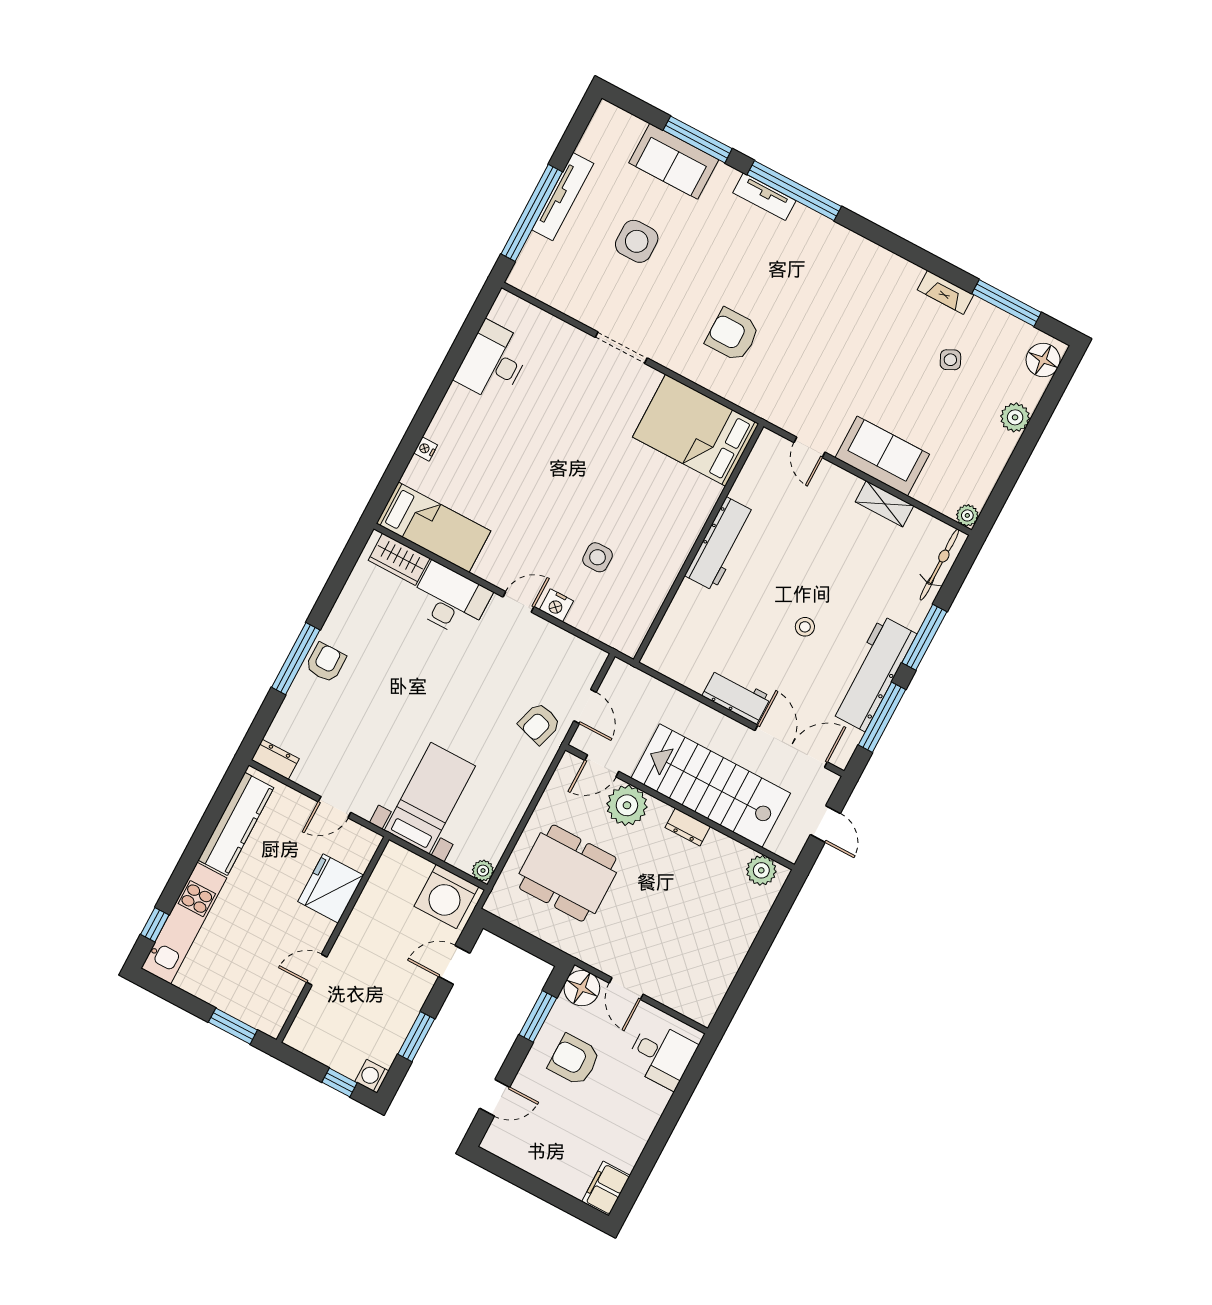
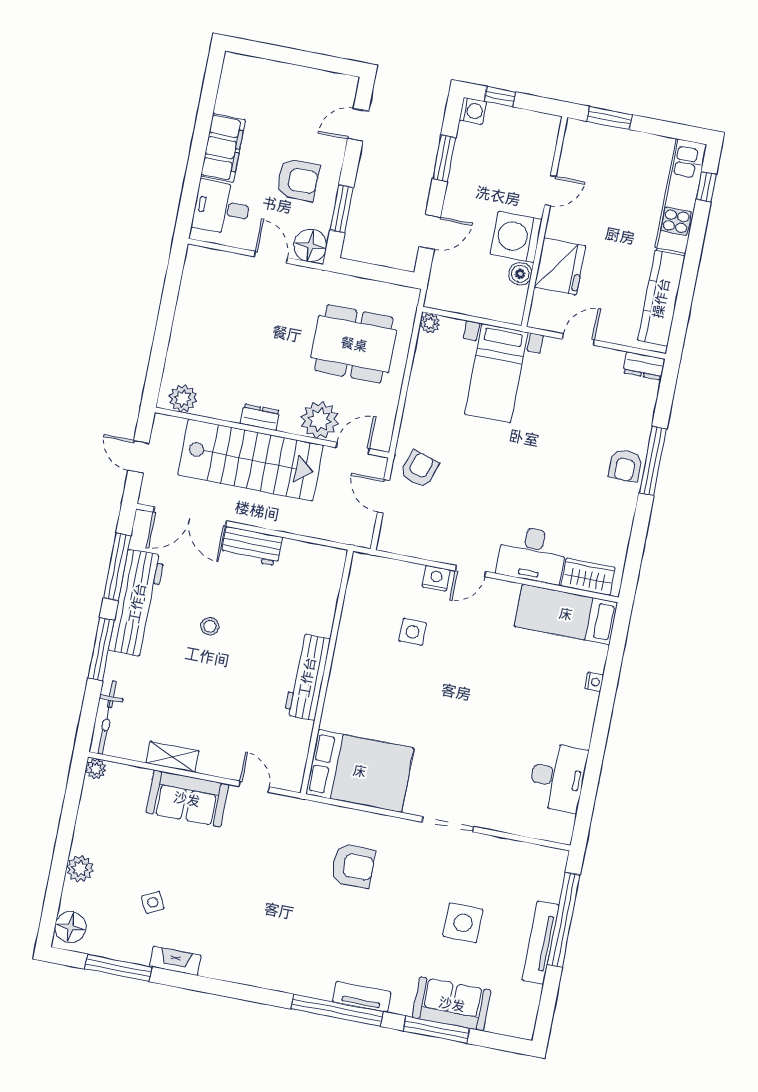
boiler: (374, 893) -> (520, 274), added
washing machine: (446, 897) -> (516, 237), moved, turned -90
filing cabinet: (606, 1188) -> (223, 148), moved, width x1.50, depth x1.17

